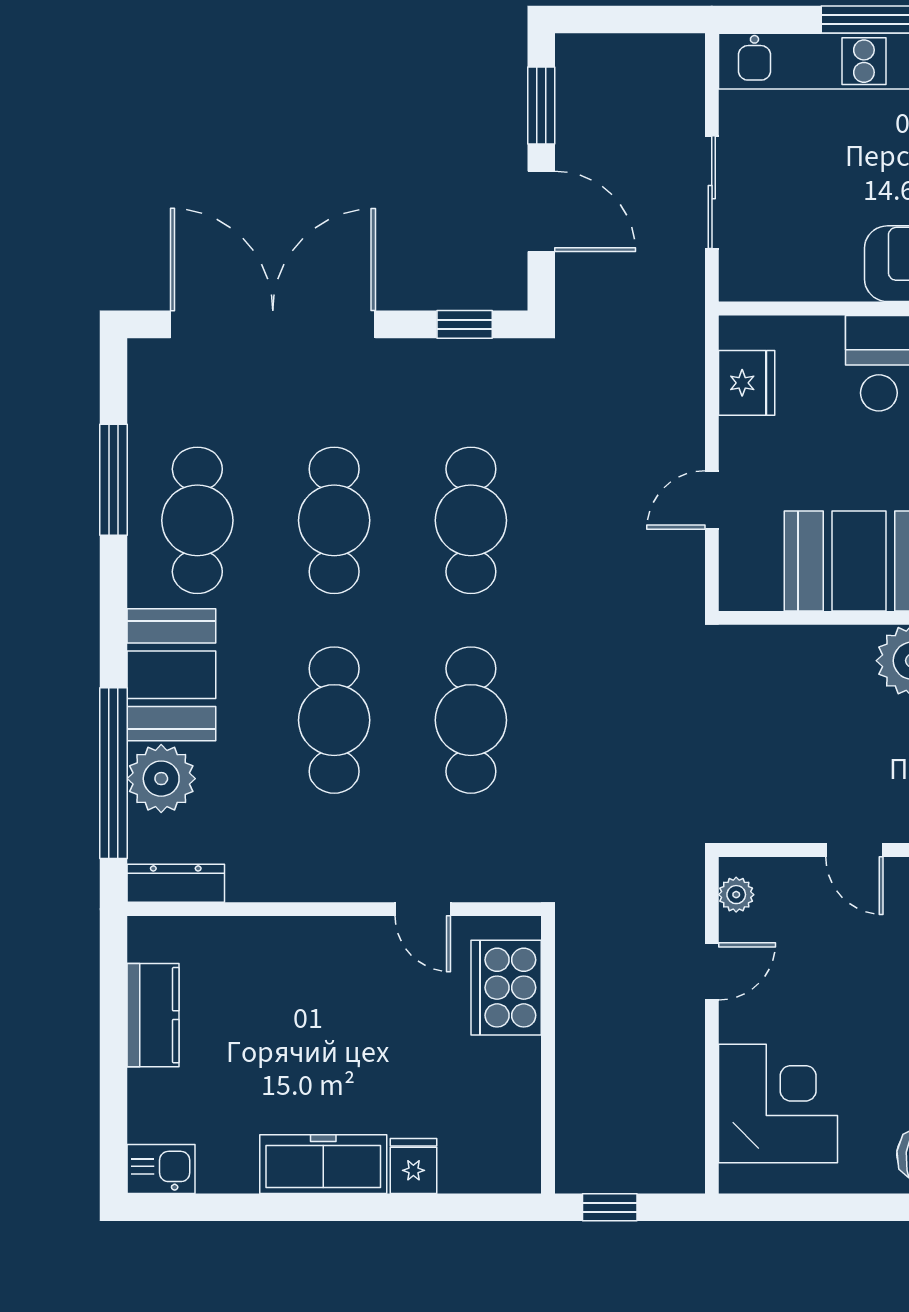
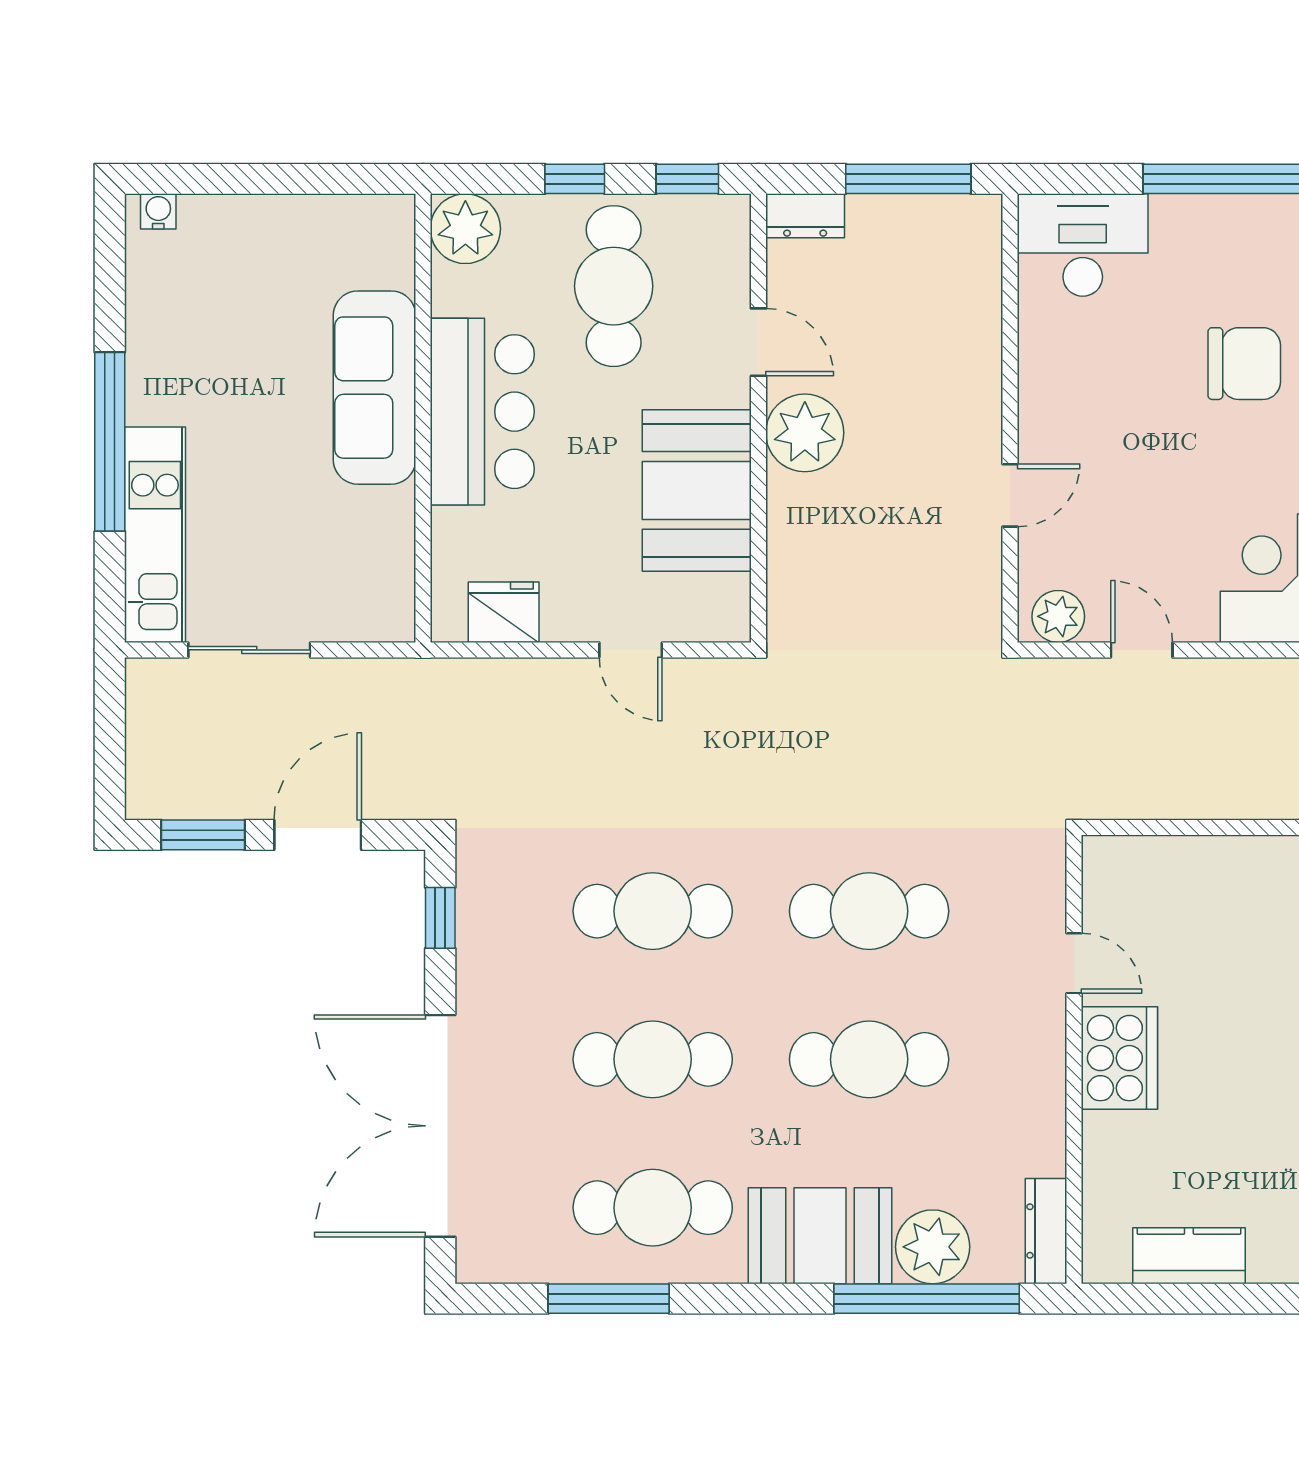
sliding door: (712, 192) -> (249, 650), moved
plant: (736, 895) -> (1058, 616), width x1.38, depth x1.38
door: (423, 909) -> (1074, 963), hinge flipped
cooker: (506, 988) -> (1119, 1058), moved, turned -90

